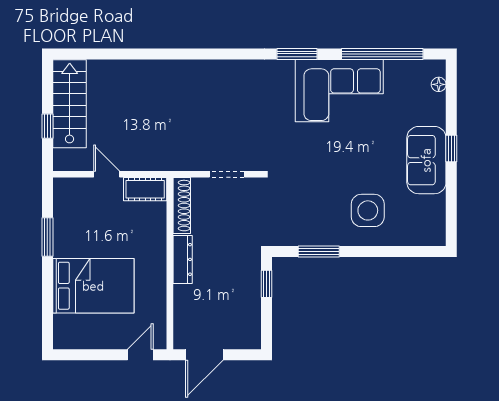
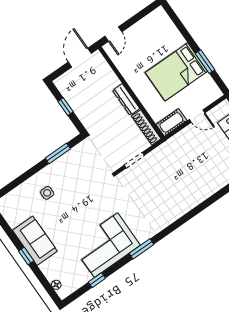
window: (382, 54) -> (97, 280), width x0.32
side table: (368, 210) -> (47, 193), width x0.54, depth x0.54
window: (267, 284) -> (66, 107), moved
bed: (93, 286) -> (176, 72), moved

